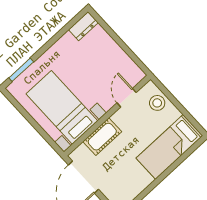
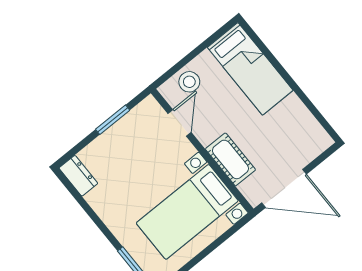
window: (126, 49) -> (113, 120), added
door: (127, 98) -> (180, 123), swing flipped

